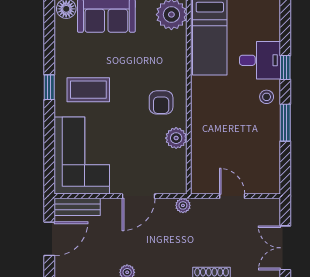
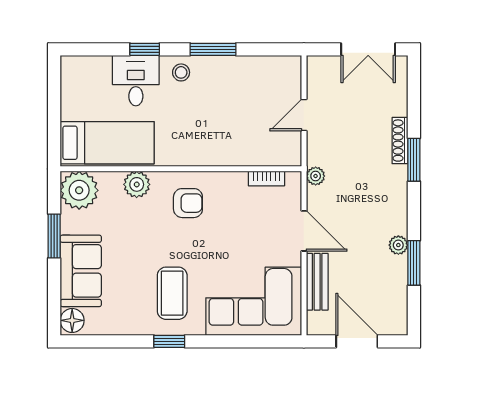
plant: (176, 138) -> (137, 184), moved
bookcase: (181, 166) -> (266, 178), added
bench: (77, 207) -> (317, 282), moved

